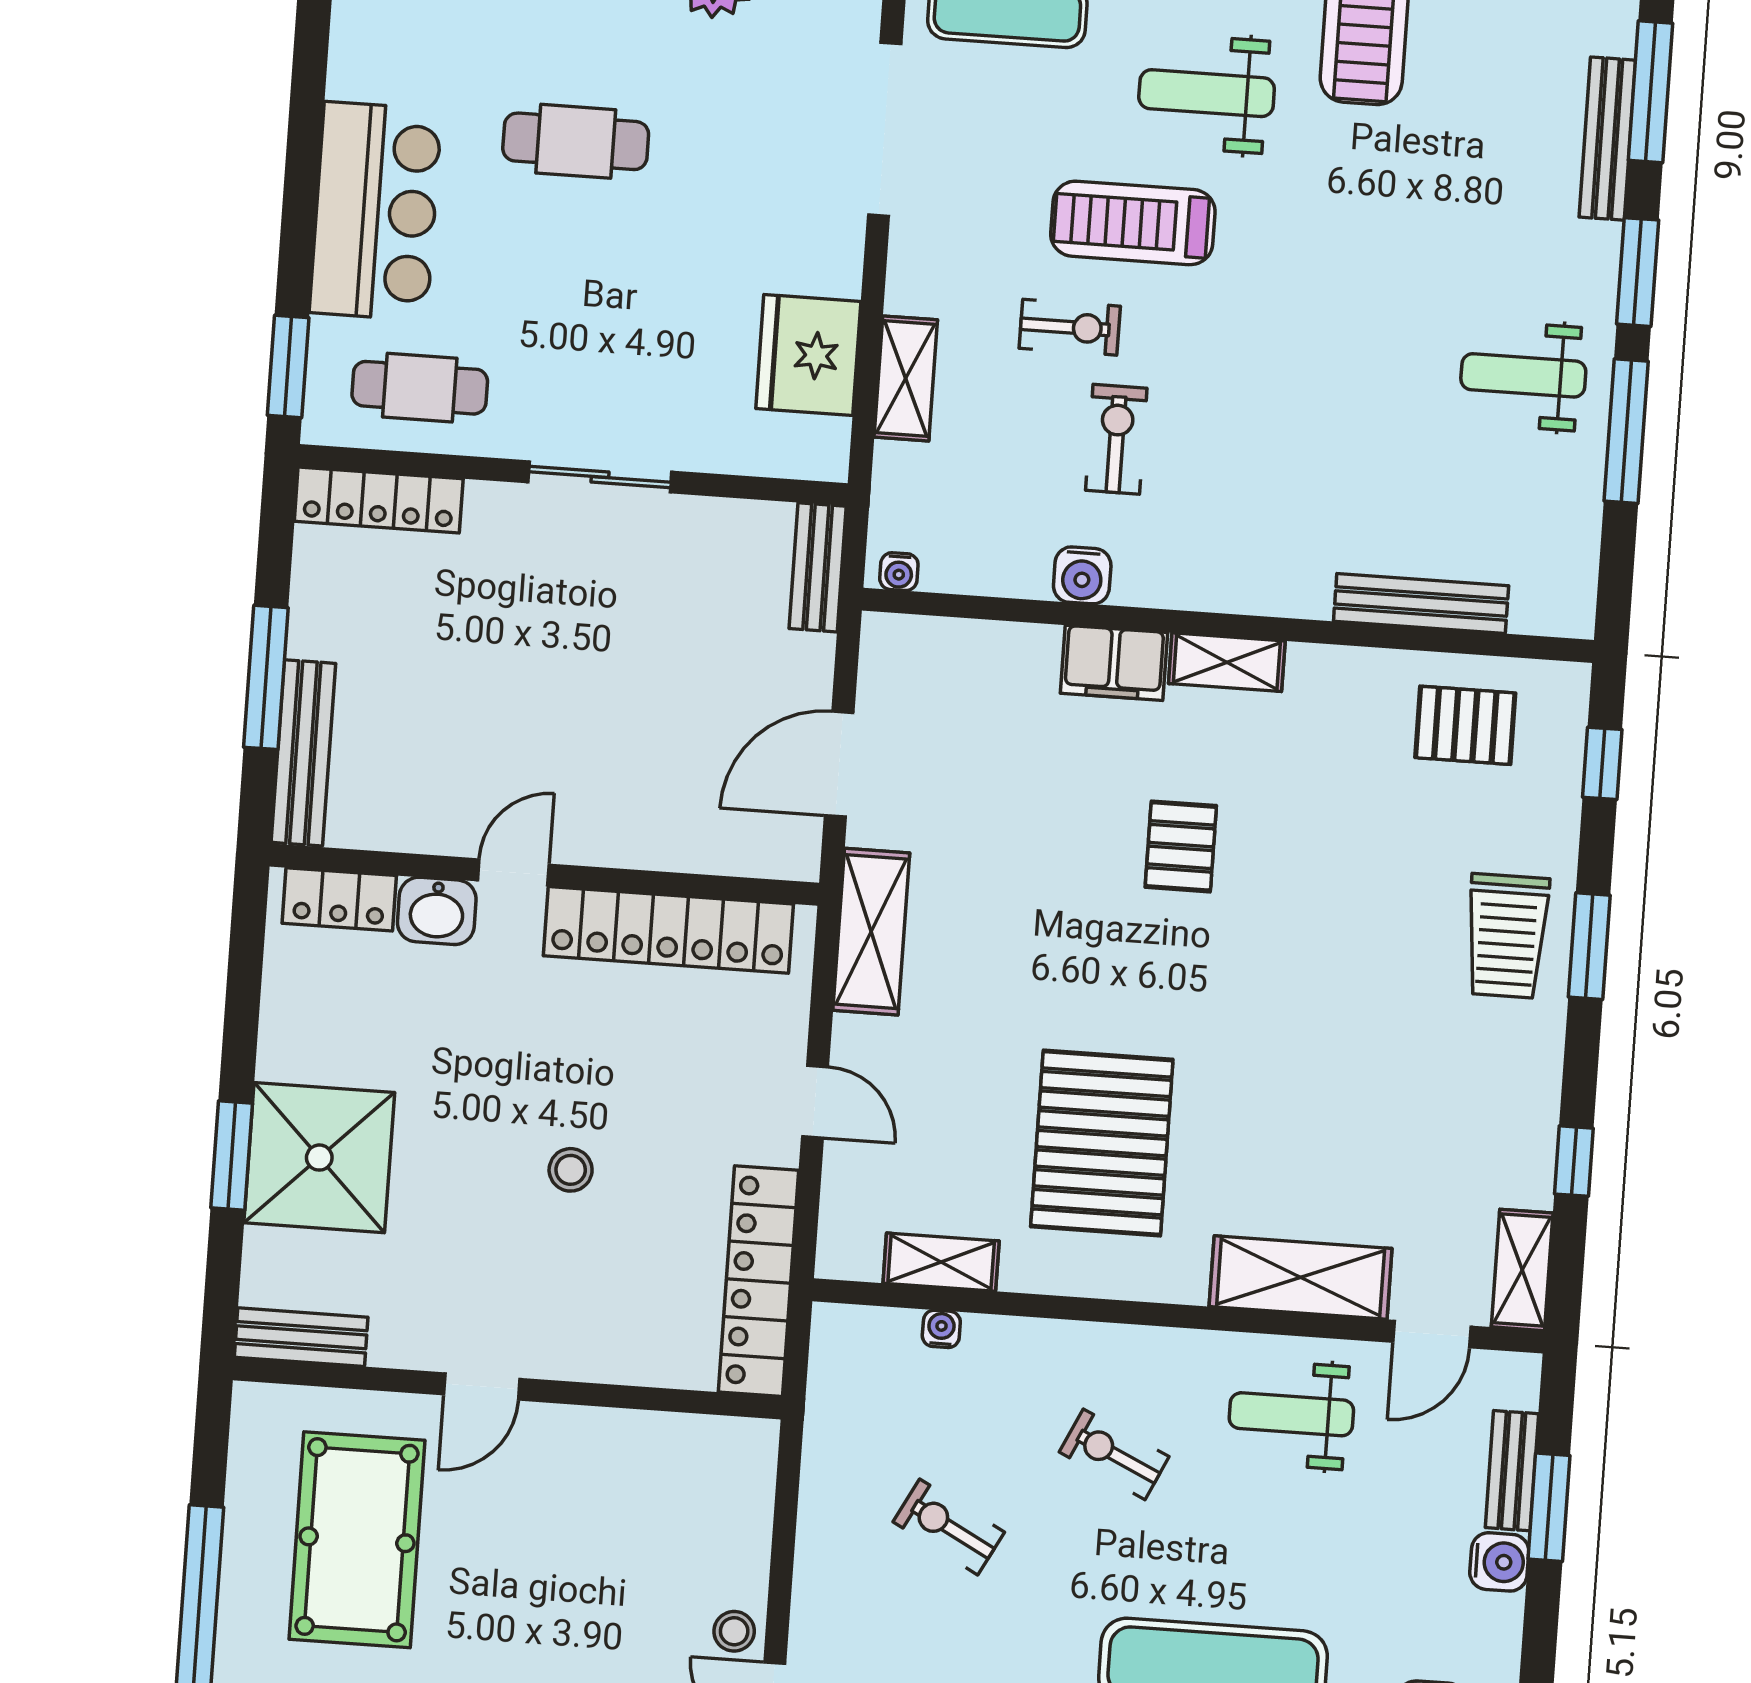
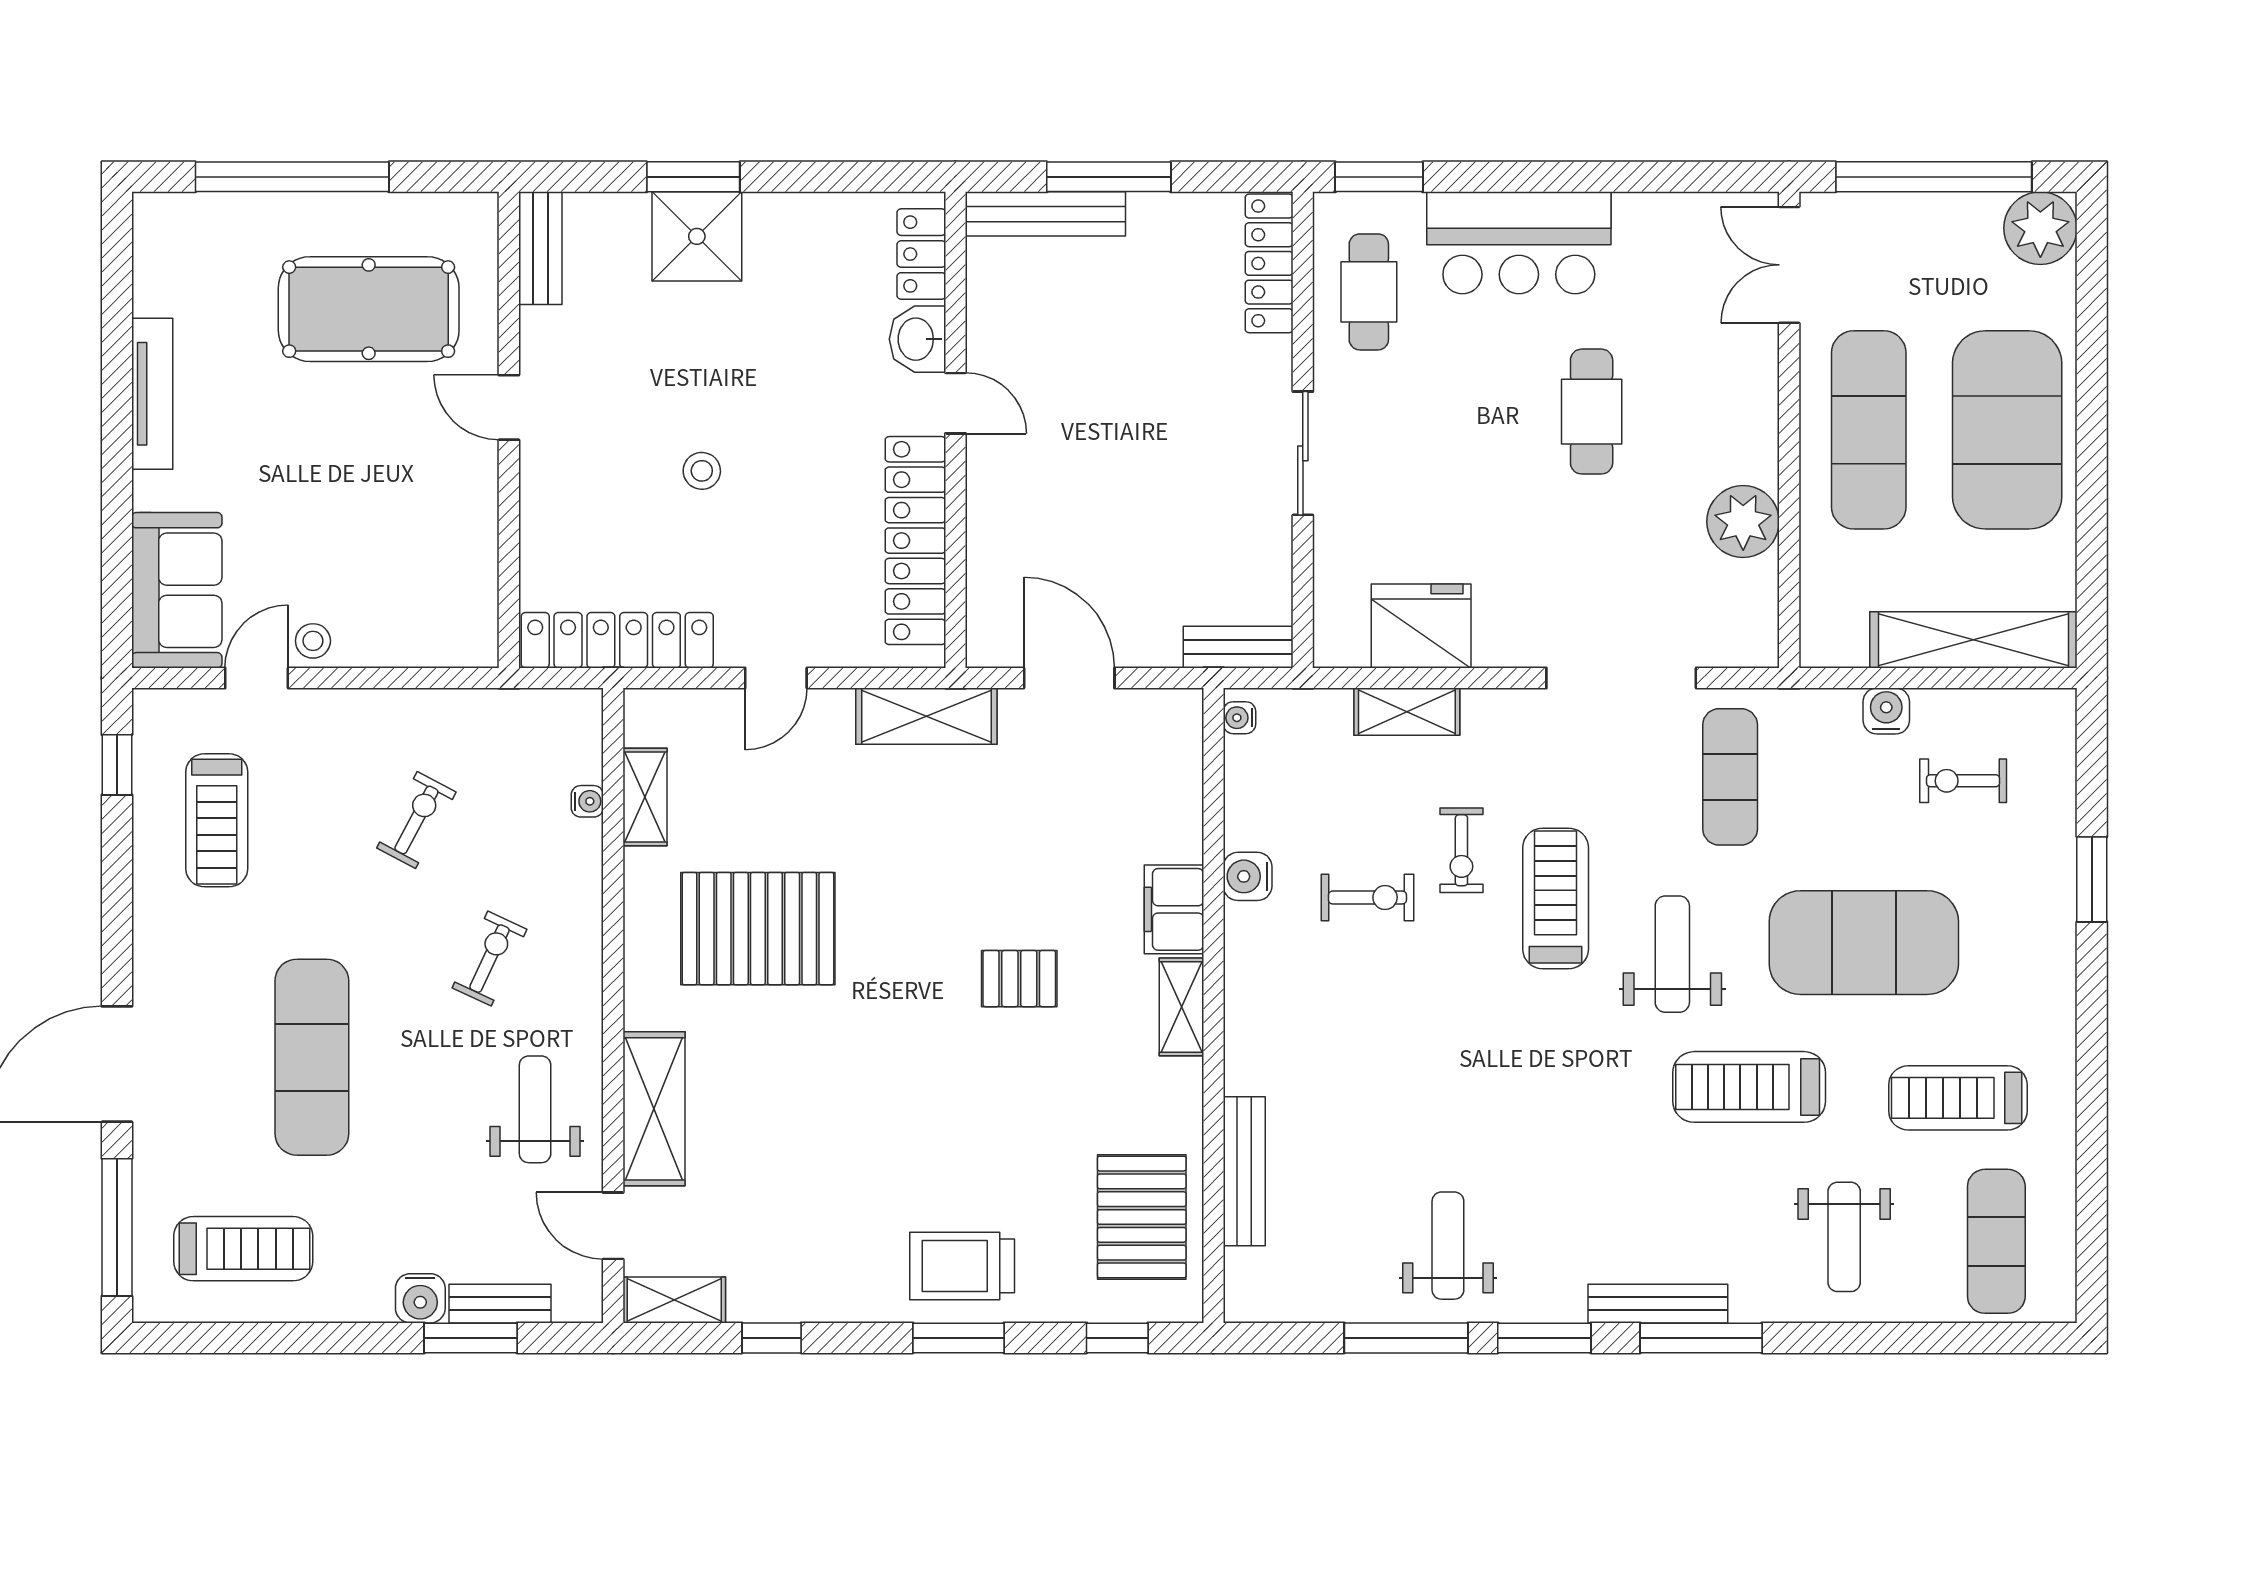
pallet: (1465, 725) -> (1142, 1217), width x1.50, depth x1.42
shower: (319, 1158) -> (697, 236), width x0.73, depth x0.73

